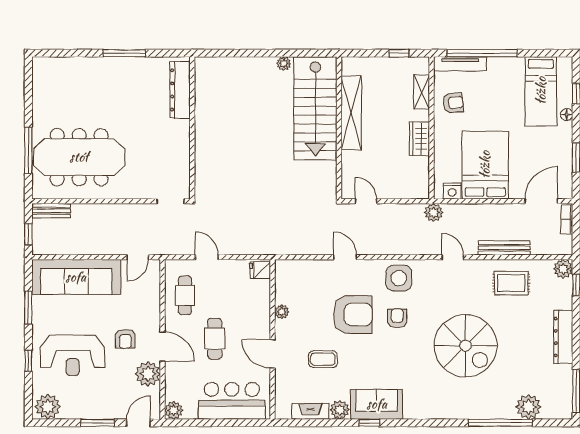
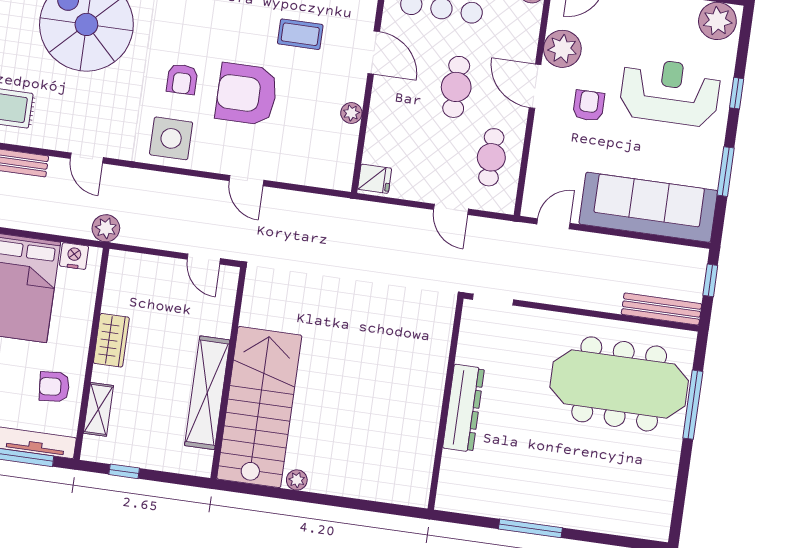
dresser: (180, 90) -> (463, 408), moved
bench: (51, 211) -> (661, 309), width x1.36

